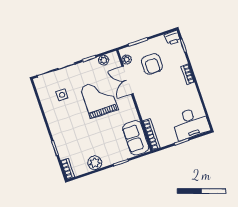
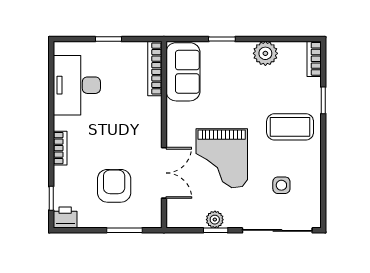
plant: (104, 60) -> (215, 220), moved
plant: (127, 60) -> (154, 207), removed
desk: (191, 123) -> (77, 85), moved, turned -90
coffee table: (68, 128) -> (290, 127), added

